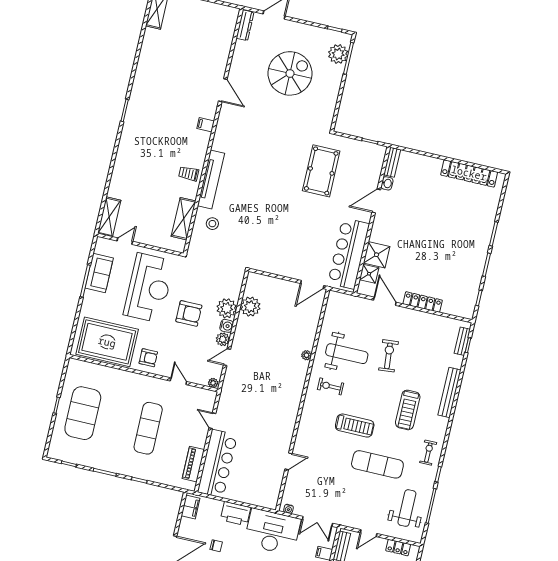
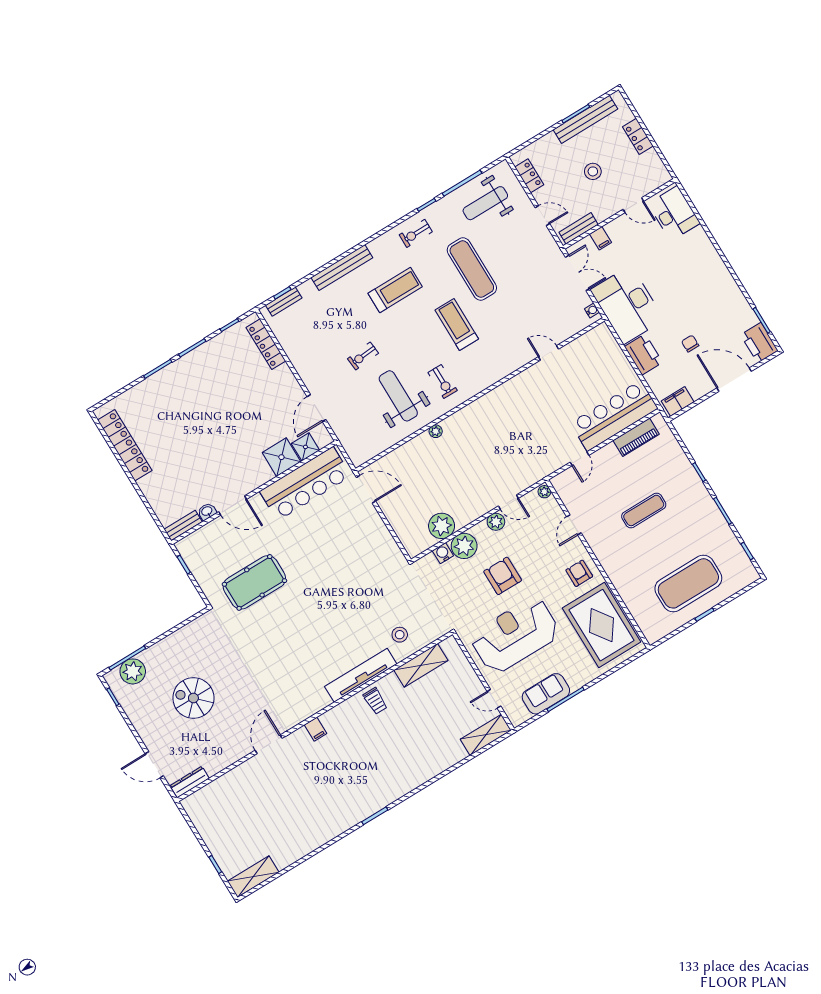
spiral stairs: (290, 73) -> (193, 698), width x0.73, depth x0.73
locker: (423, 302) -> (266, 344), moved
water cooler: (227, 326) -> (443, 553), moved
exercise bike: (388, 356) -> (363, 356), width x0.73, depth x0.72
exercise mat: (148, 428) -> (644, 510), width x0.73, depth x0.69

